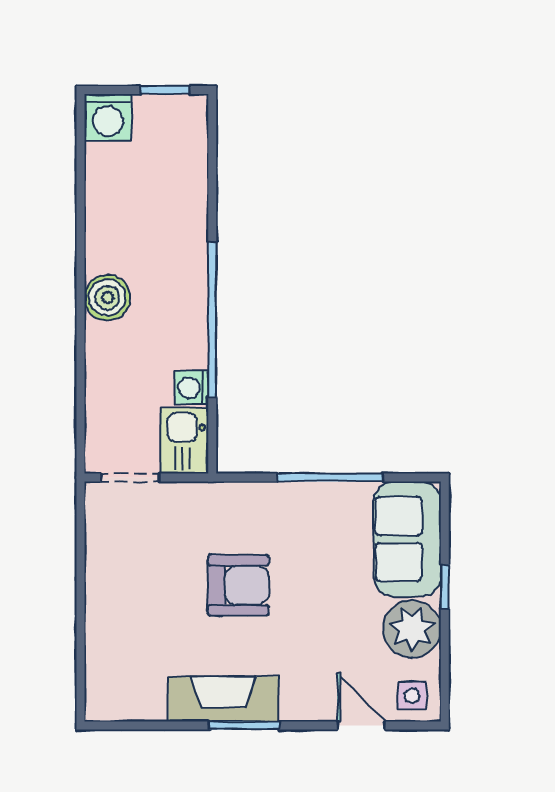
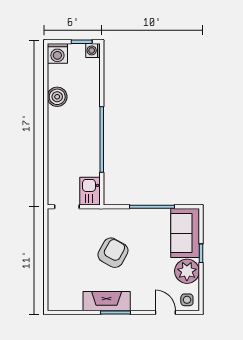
boiler: (107, 298) -> (57, 97), moved
washing machine: (192, 388) -> (93, 50), moved
armchair: (238, 585) -> (113, 253), turned -61

